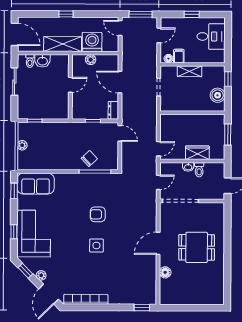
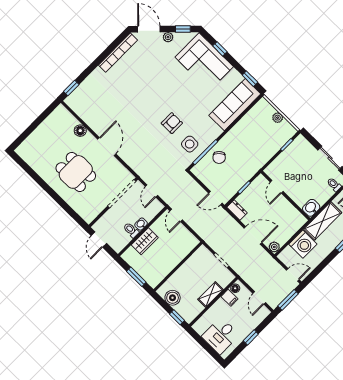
plant: (91, 60) -> (274, 247), moved
washbasin: (42, 61) -> (311, 208), moved
door: (70, 85) -> (277, 187), moved
sofa: (36, 184) -> (235, 105), width x1.36
side table: (96, 246) -> (190, 144), moved
dining table: (197, 247) -> (76, 172), turned 90

